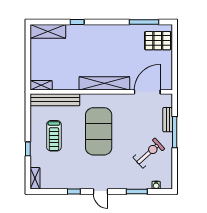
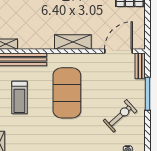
shelving: (104, 83) -> (73, 42), width x0.68
bench: (168, 120) -> (140, 66), moved

